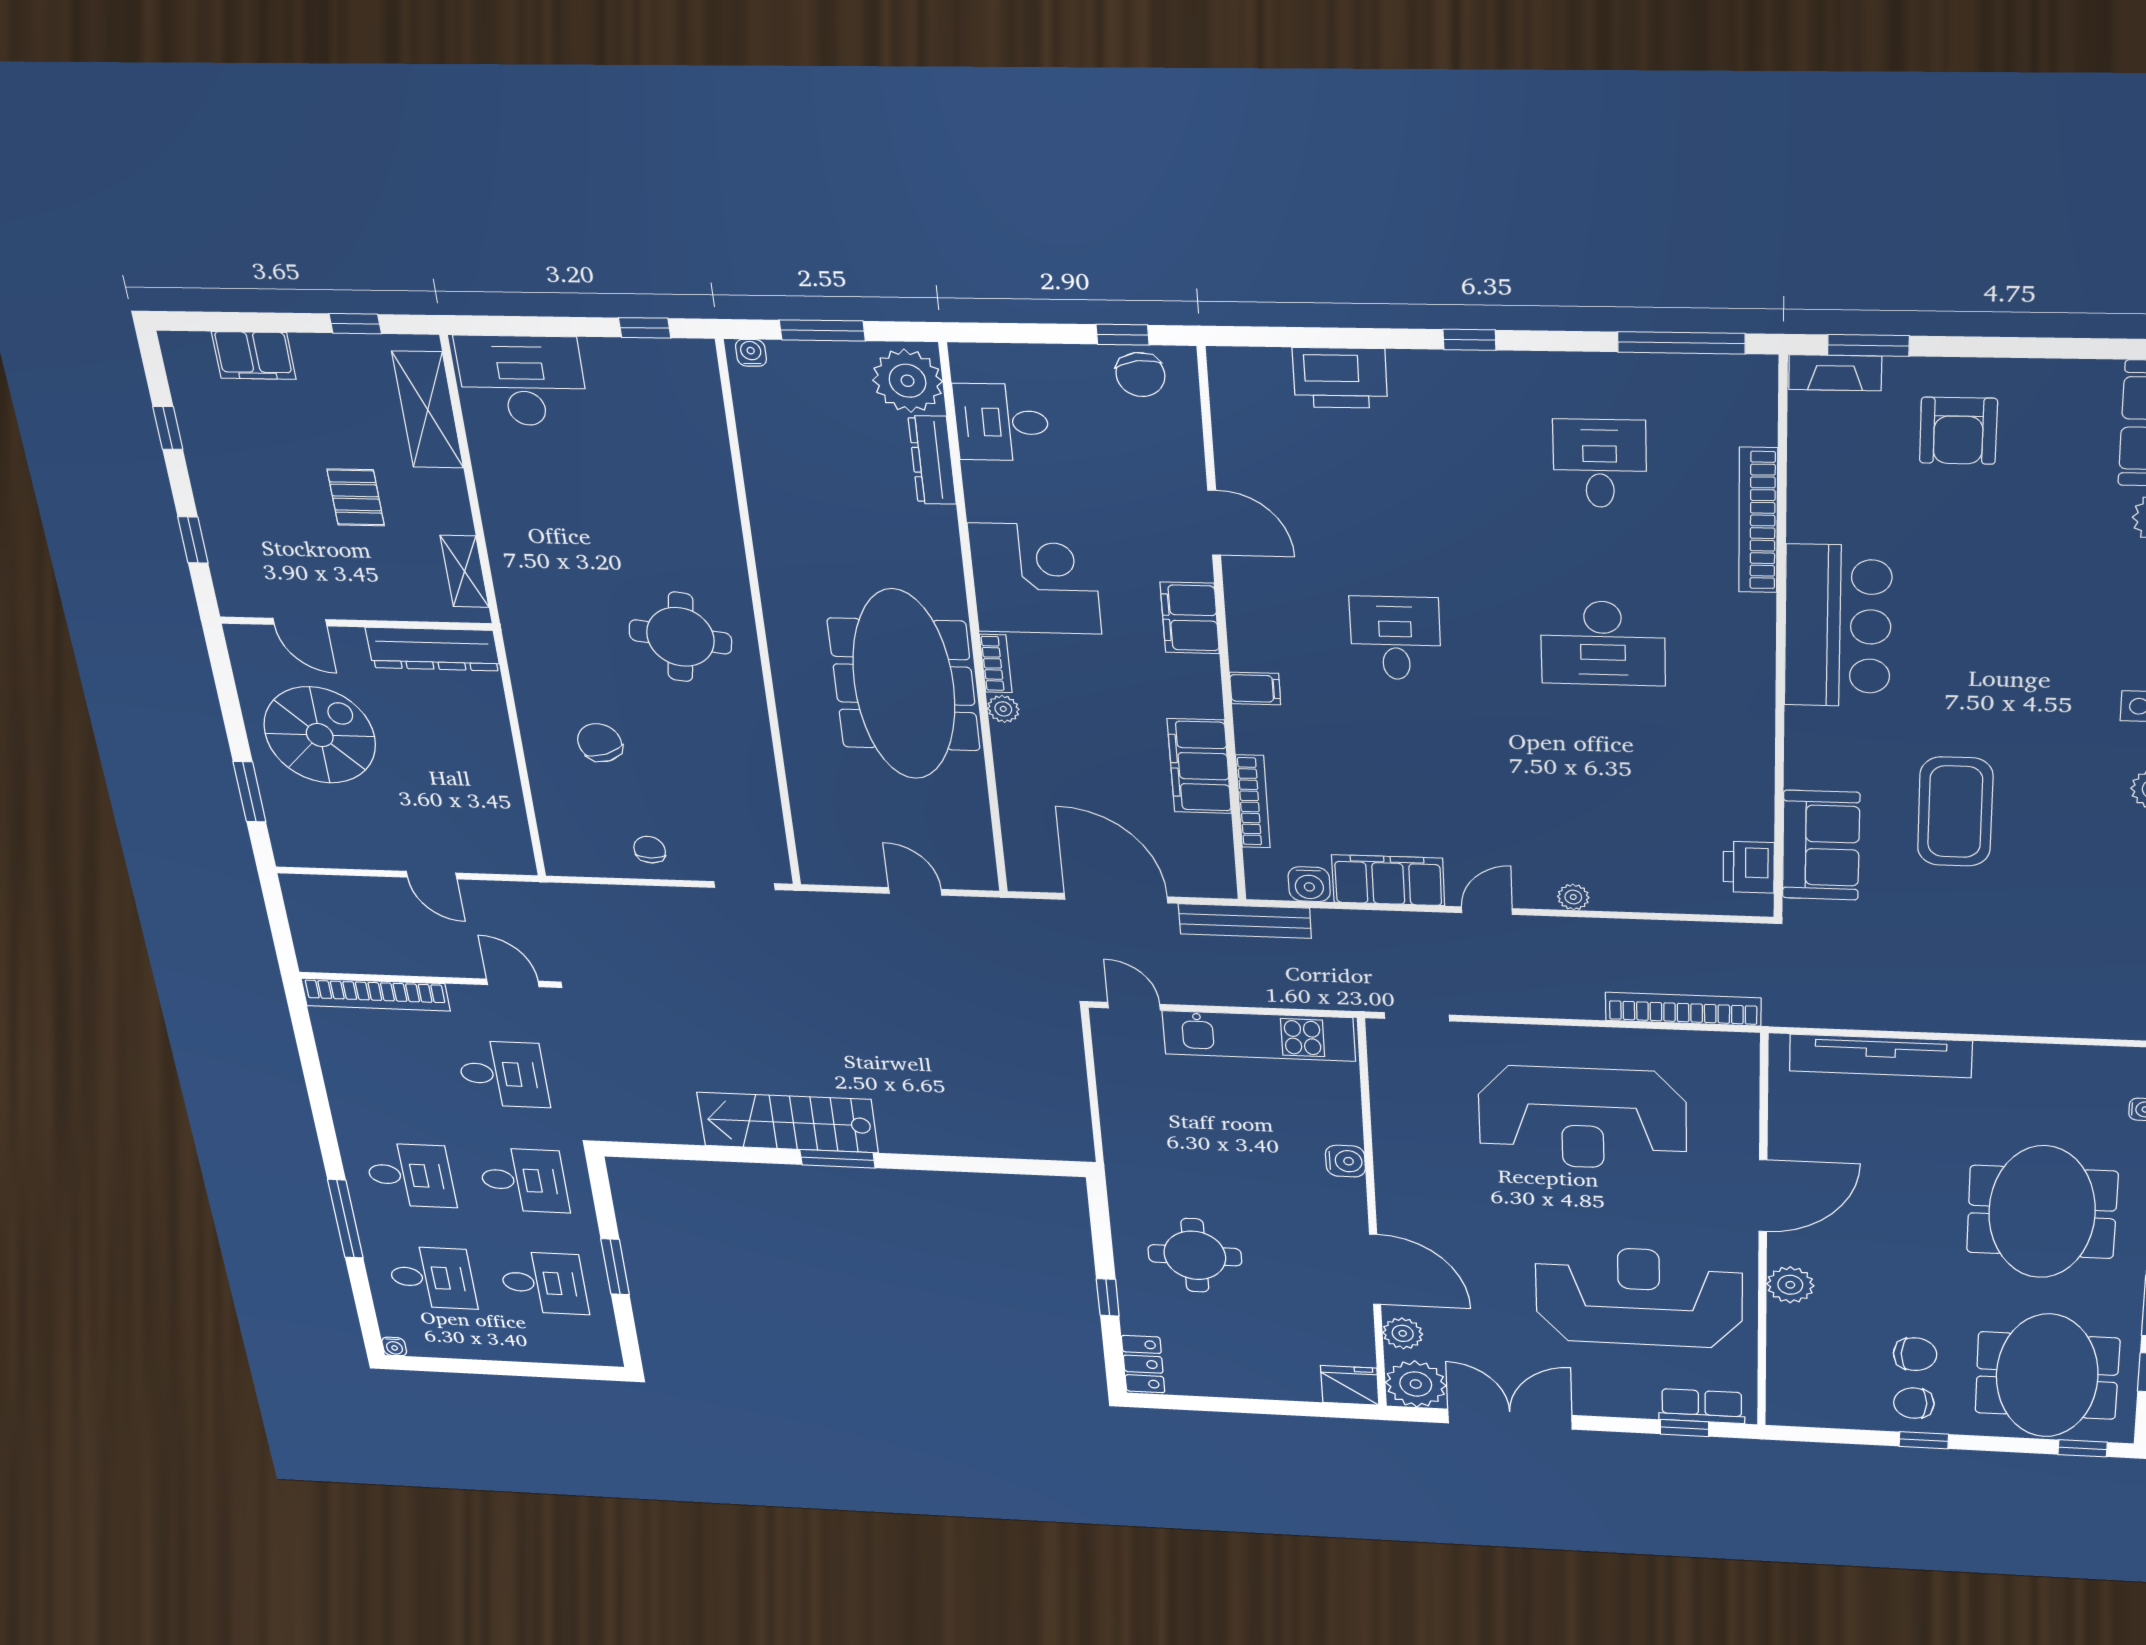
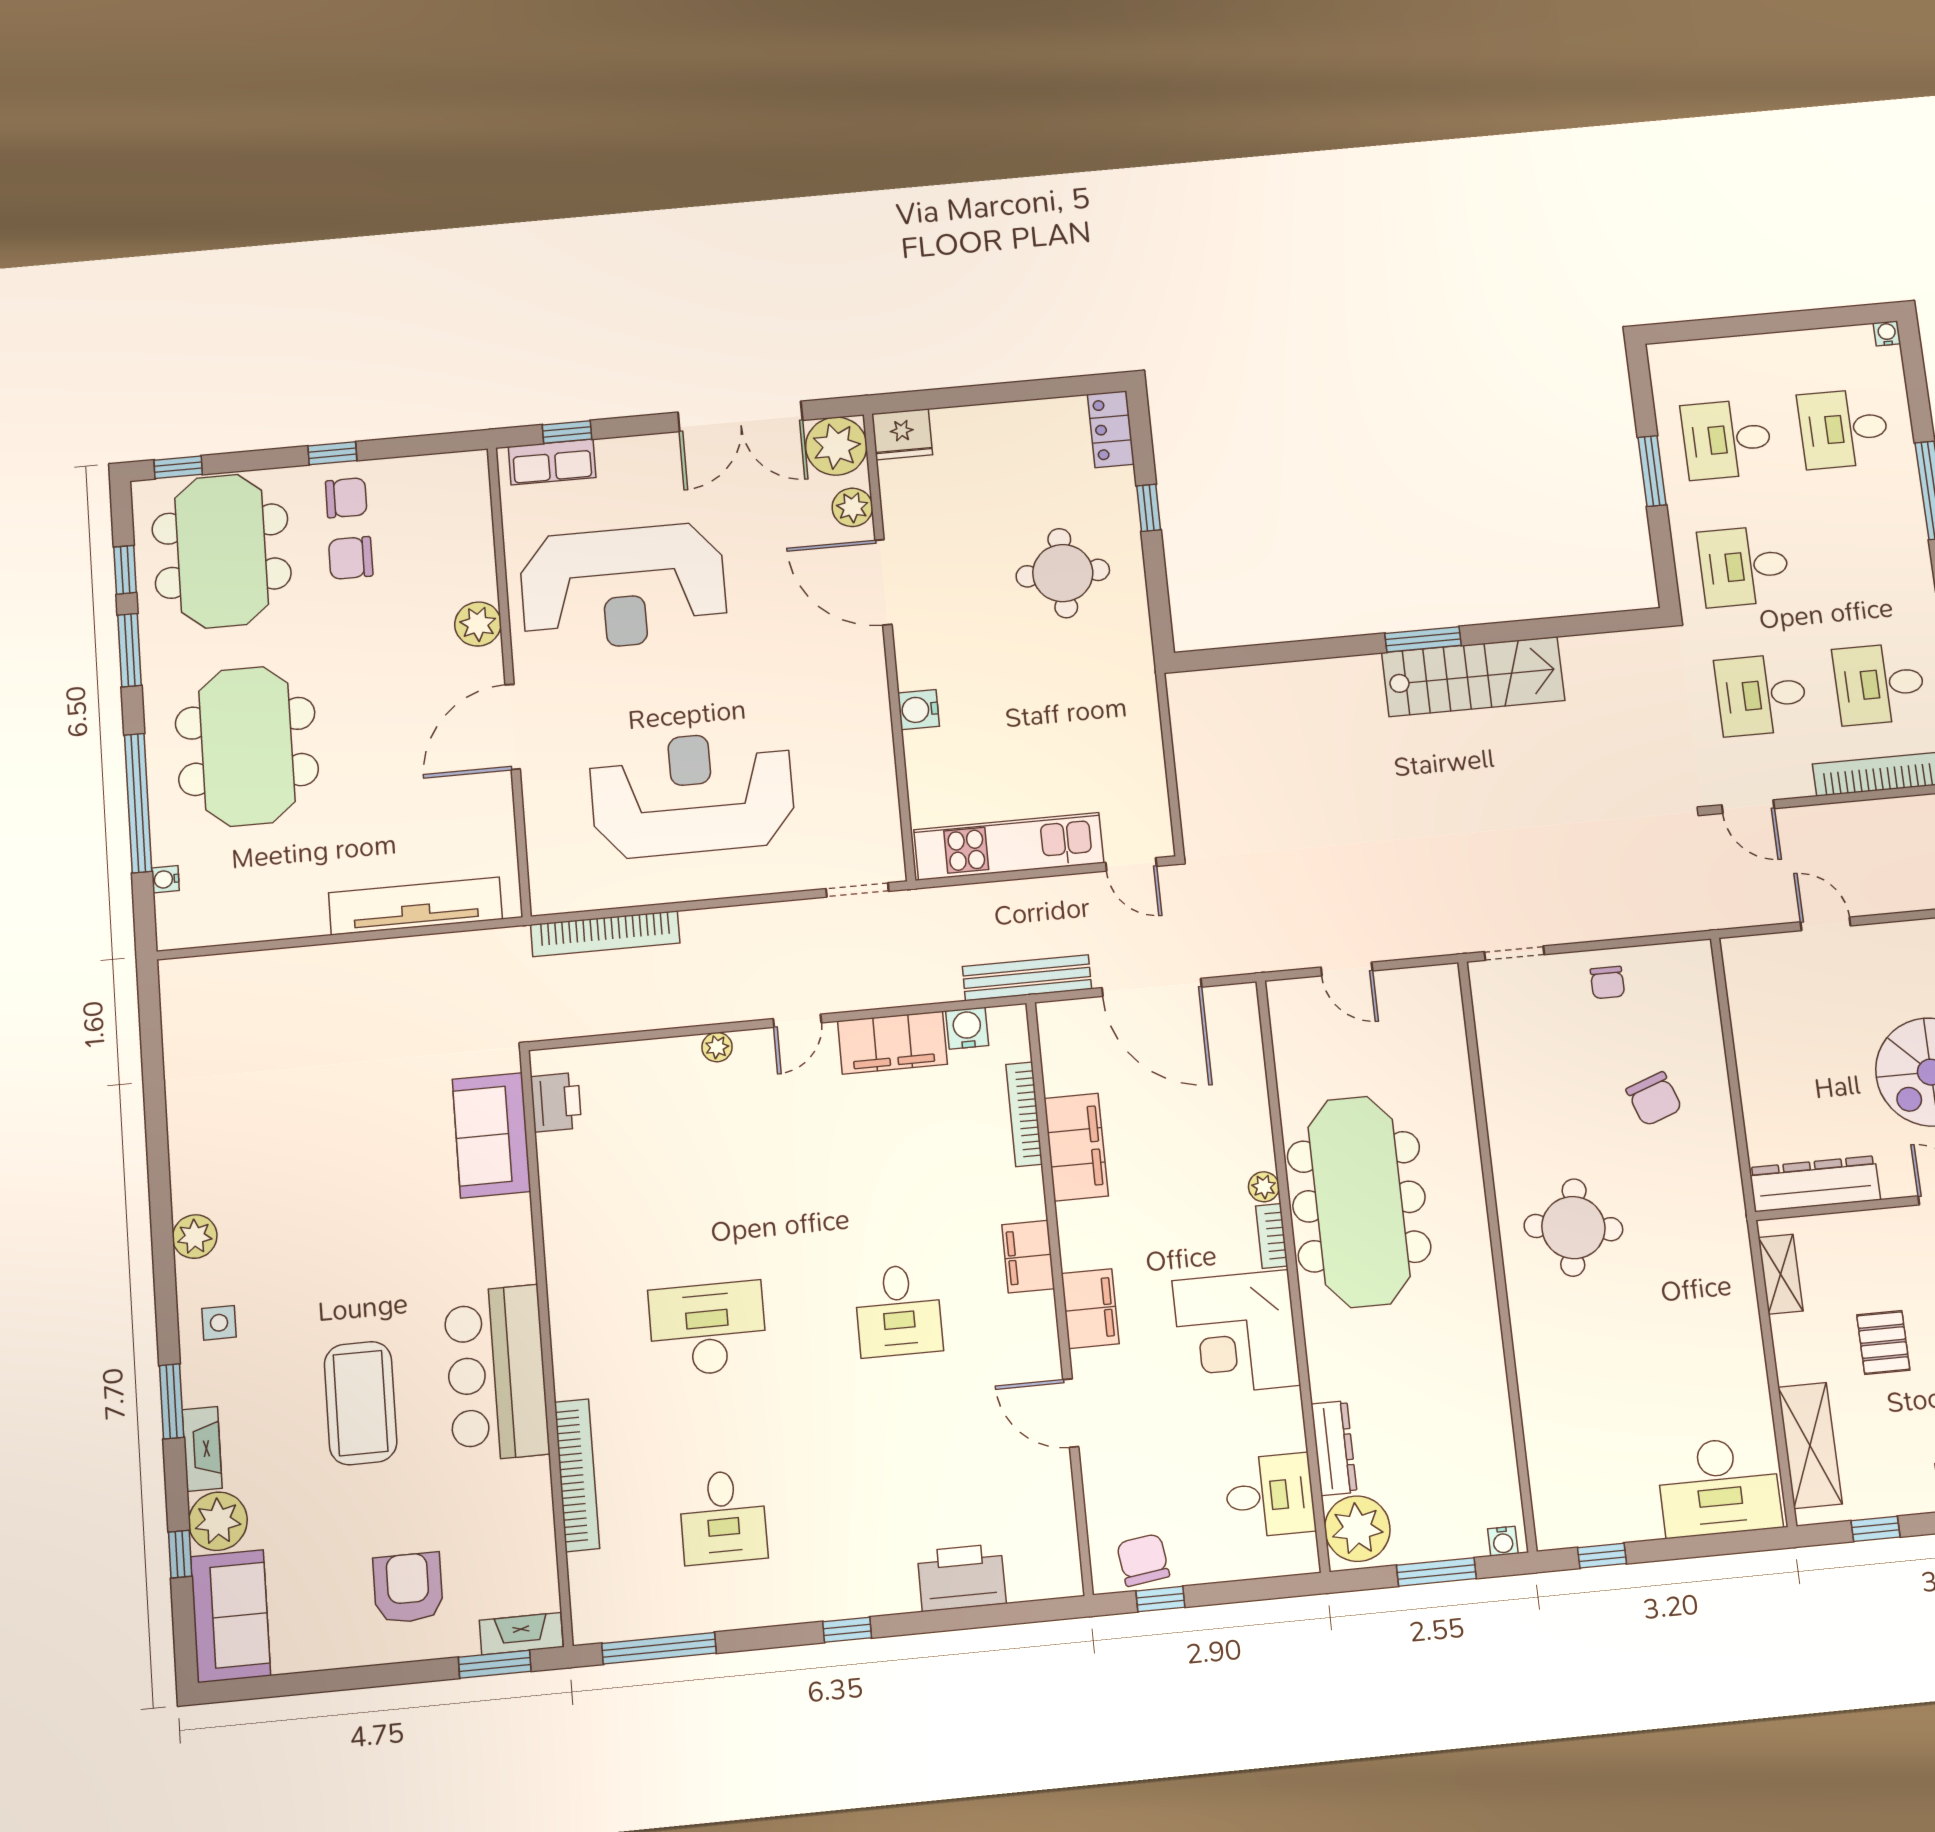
filing cabinet: (1255, 688) -> (1028, 1257), width x2.00
coffee table: (1955, 812) -> (361, 1403), moved
desk: (410, 1175) -> (1879, 684), moved

